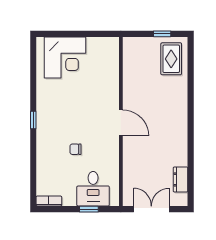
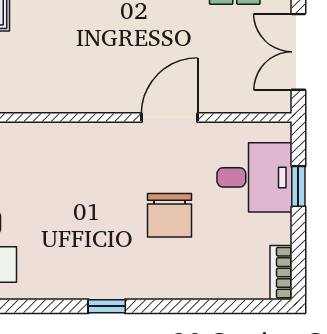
door: (121, 123) -> (170, 118), moved
chair: (76, 149) -> (170, 215), width x1.87, depth x1.87

